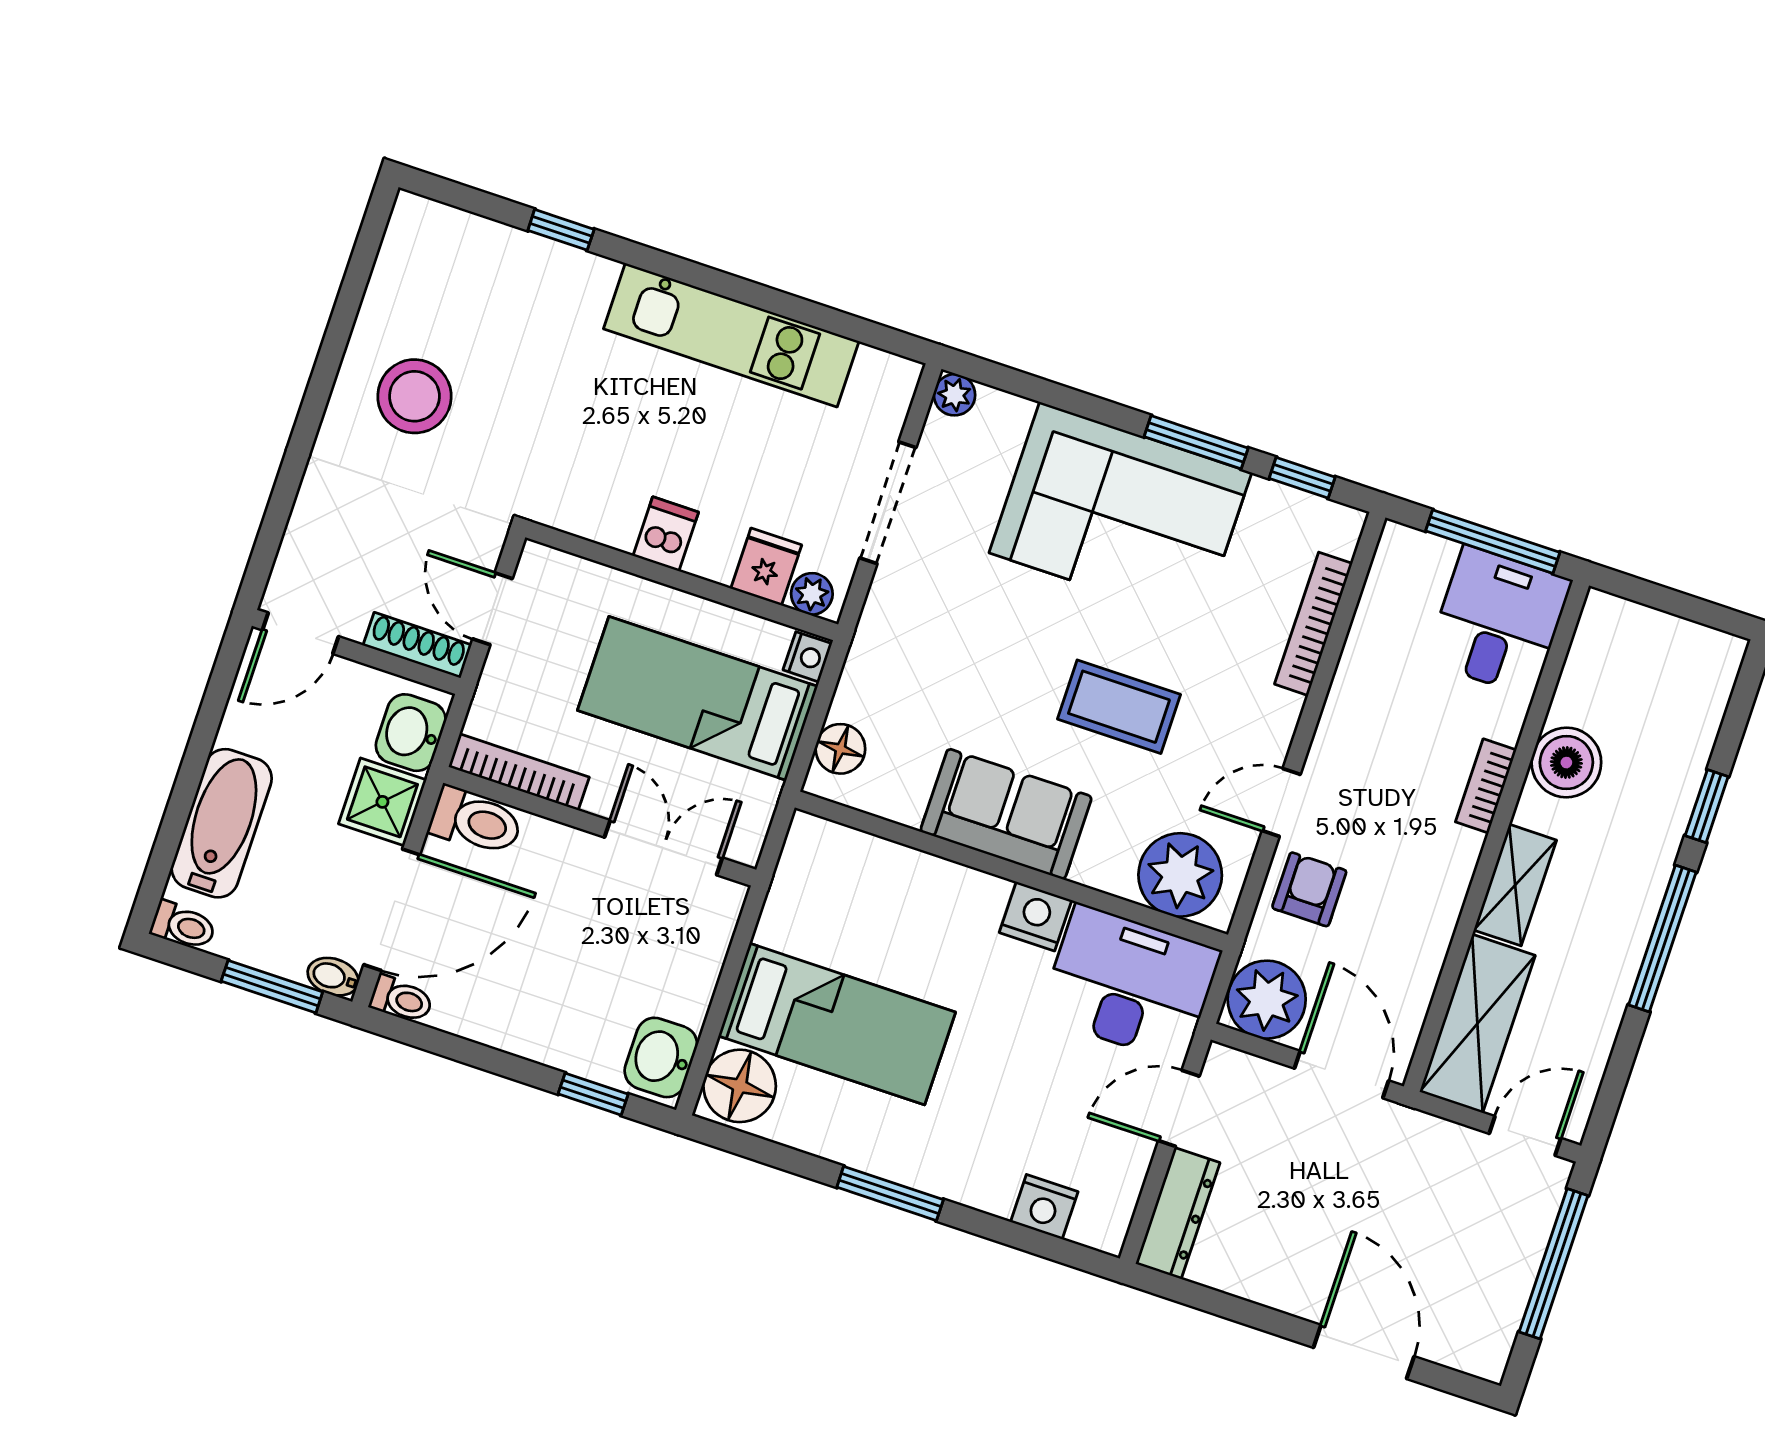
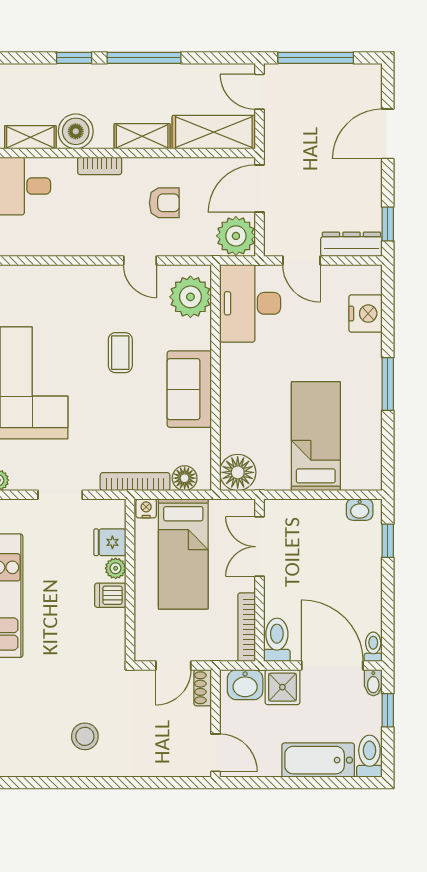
stool: (414, 396) -> (85, 736), width x0.73, depth x0.73
doorway: (888, 503) -> (60, 495), width x0.73
plant: (812, 594) -> (116, 568), moved
bookcase: (1313, 624) -> (135, 482), moved, turned 180
shoe rack: (417, 645) -> (203, 688), width x0.70
shelving: (1584, 673) -> (30, 137), added
coffee table: (1119, 707) -> (120, 353), width x0.73, depth x0.77
armchair: (1309, 889) -> (164, 203), moved, turned 180
nightstand: (1036, 916) -> (233, 359), removed
toilet: (183, 926) -> (369, 756), width x1.37, depth x1.39
window: (272, 987) -> (388, 710), width x0.67
washbasin: (661, 1057) -> (360, 510), width x0.72, depth x0.69
floor lamp: (740, 1086) -> (238, 472), moved
nightstand: (1044, 1207) -> (366, 314), width x1.36, depth x1.33
window: (1193, 1295) -> (388, 224), added

